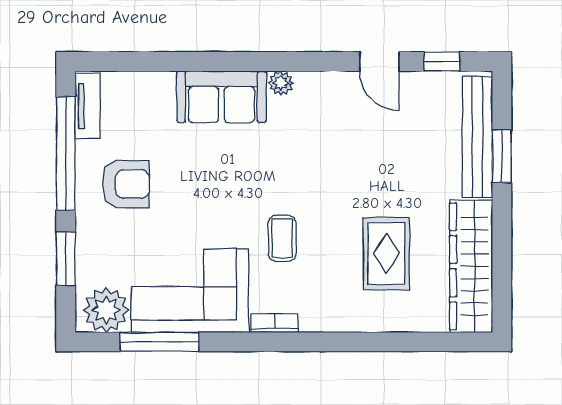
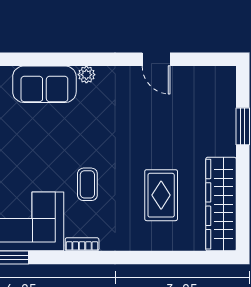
window: (442, 61) -> (200, 59), removed
bench: (478, 137) -> (226, 113), removed

